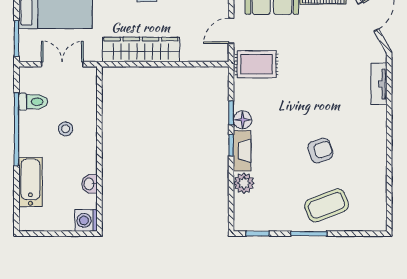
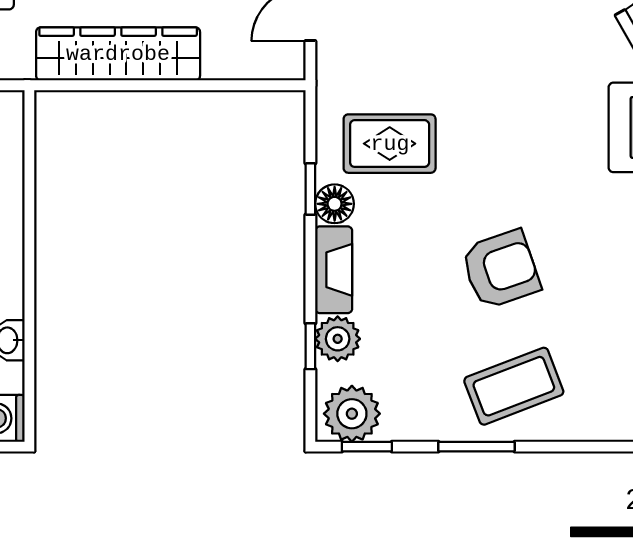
rug: (257, 64) -> (390, 144), moved
window: (231, 145) -> (310, 346), moved
armchair: (320, 151) -> (501, 269), width x1.38, depth x1.38
plant: (251, 218) -> (352, 414), added

